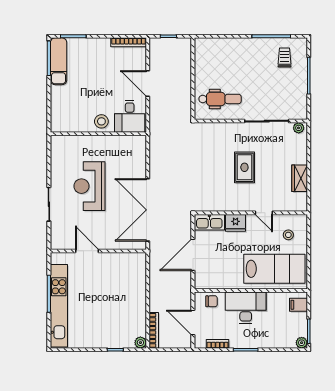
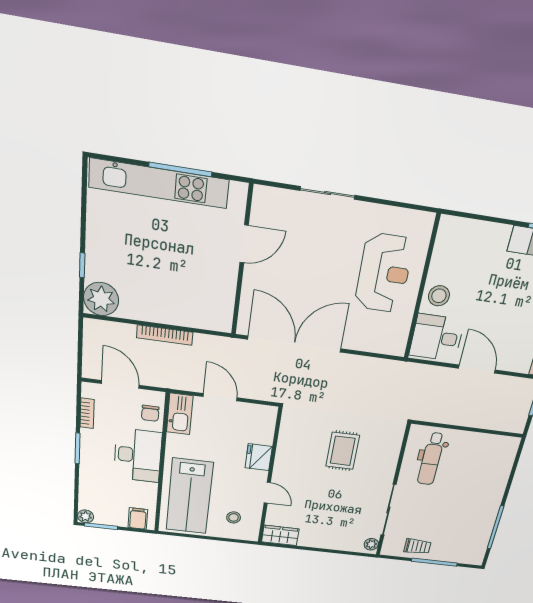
trolley: (285, 58) -> (417, 546), moved
door: (148, 83) -> (477, 369), hinge flipped
rug: (244, 167) -> (343, 451), moved, turned 90
wardrobe: (300, 178) -> (280, 535), moved
reception desk: (89, 186) -> (384, 273), moved, turned 90
door: (264, 213) -> (267, 493), swing flipped
kitchen sink: (209, 222) -> (180, 414), moved, turned 180
door: (193, 255) -> (220, 397), width x0.73
door: (193, 323) -> (120, 384), hinge flipped
bookcase: (154, 330) -> (165, 335), moved
plant: (140, 343) -> (101, 299), width x1.87, depth x1.87

